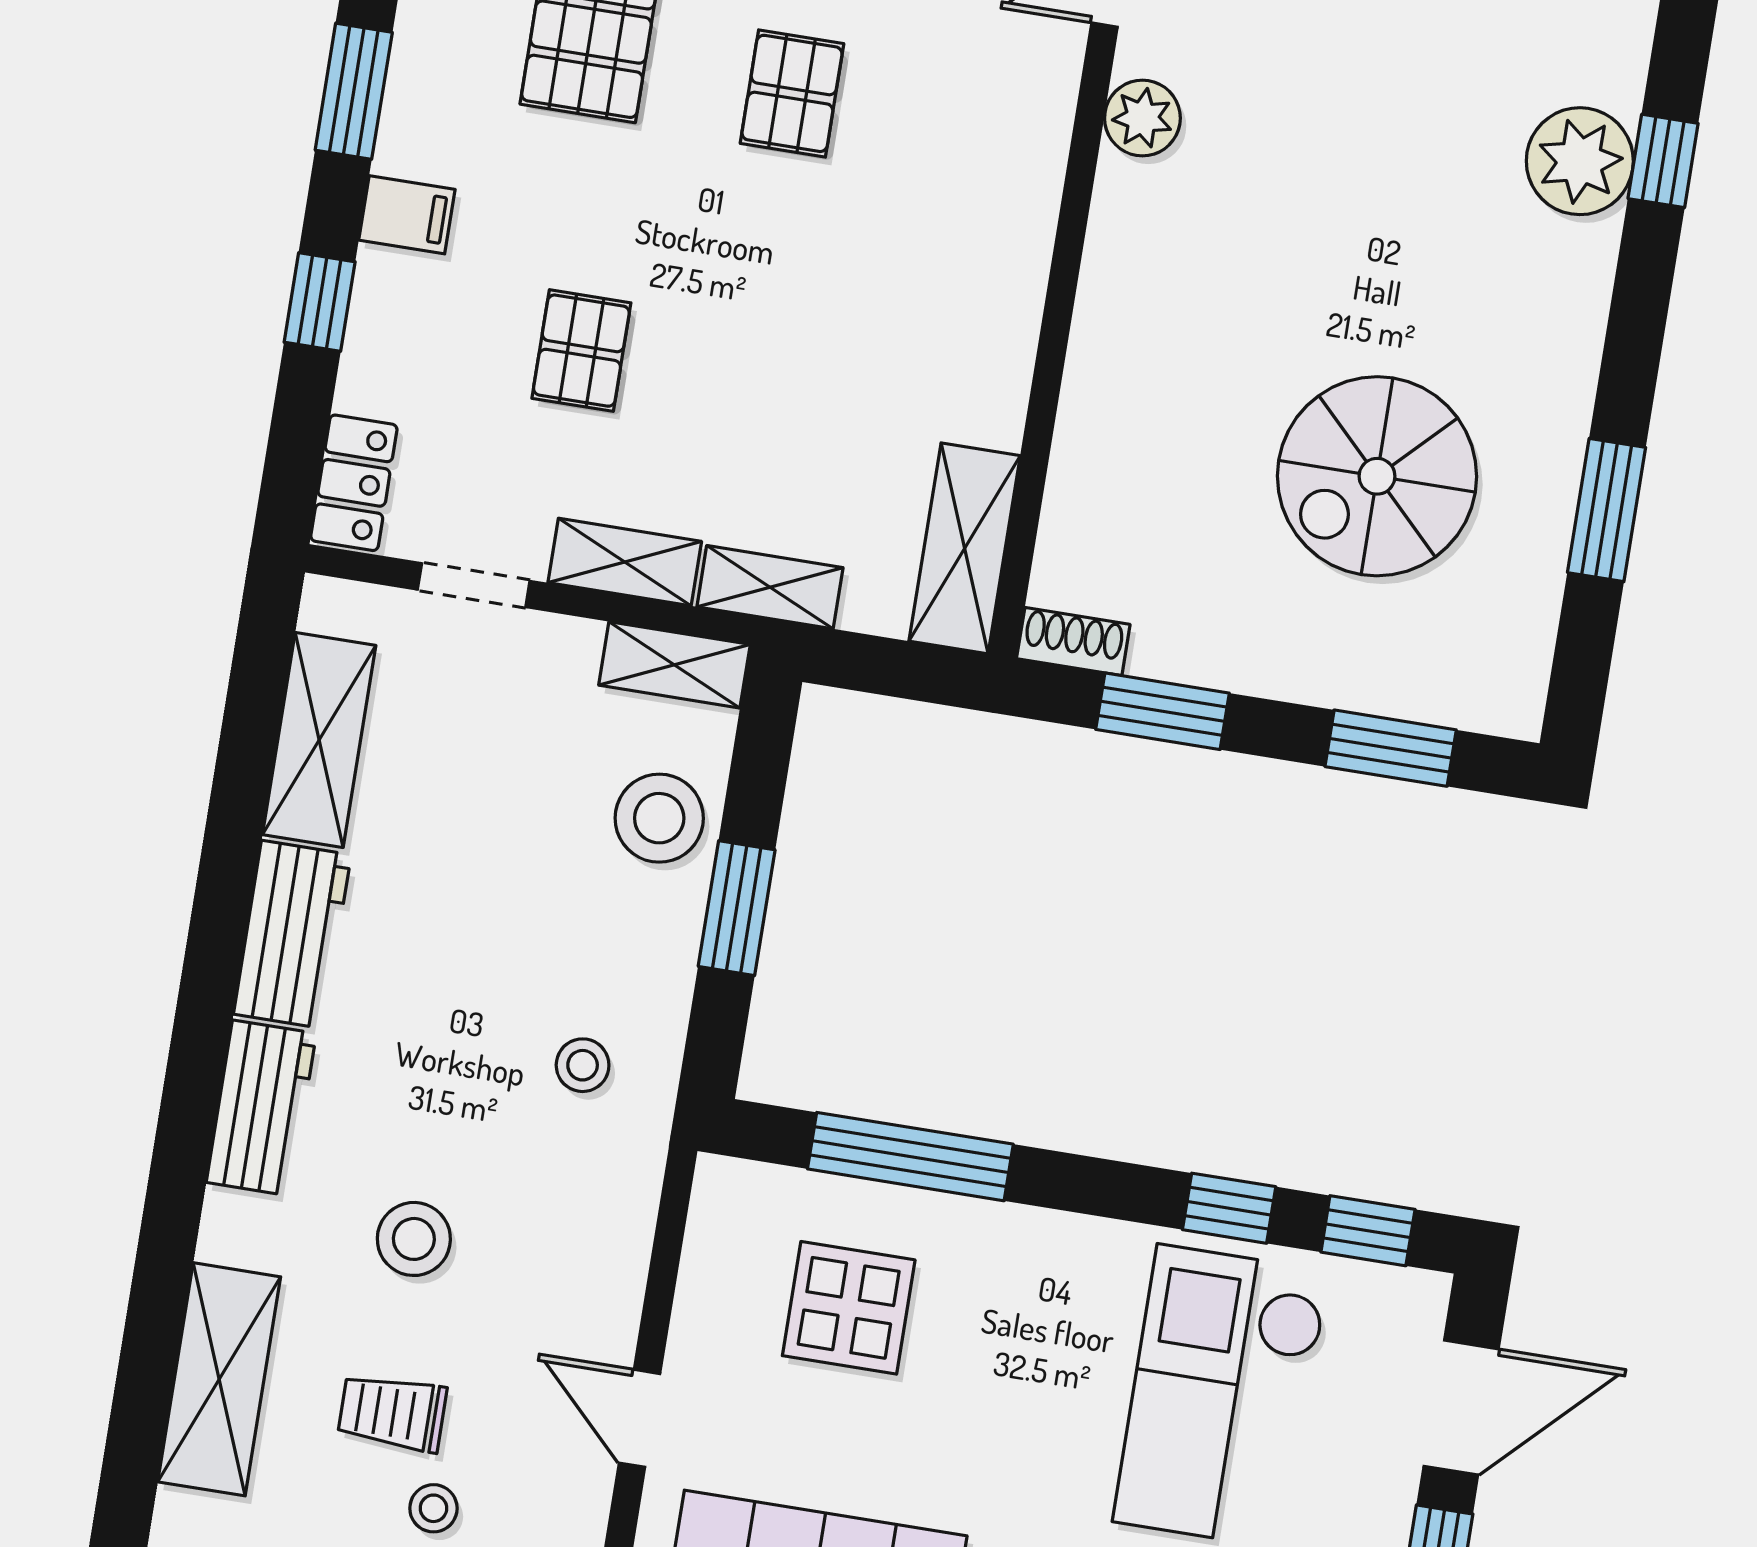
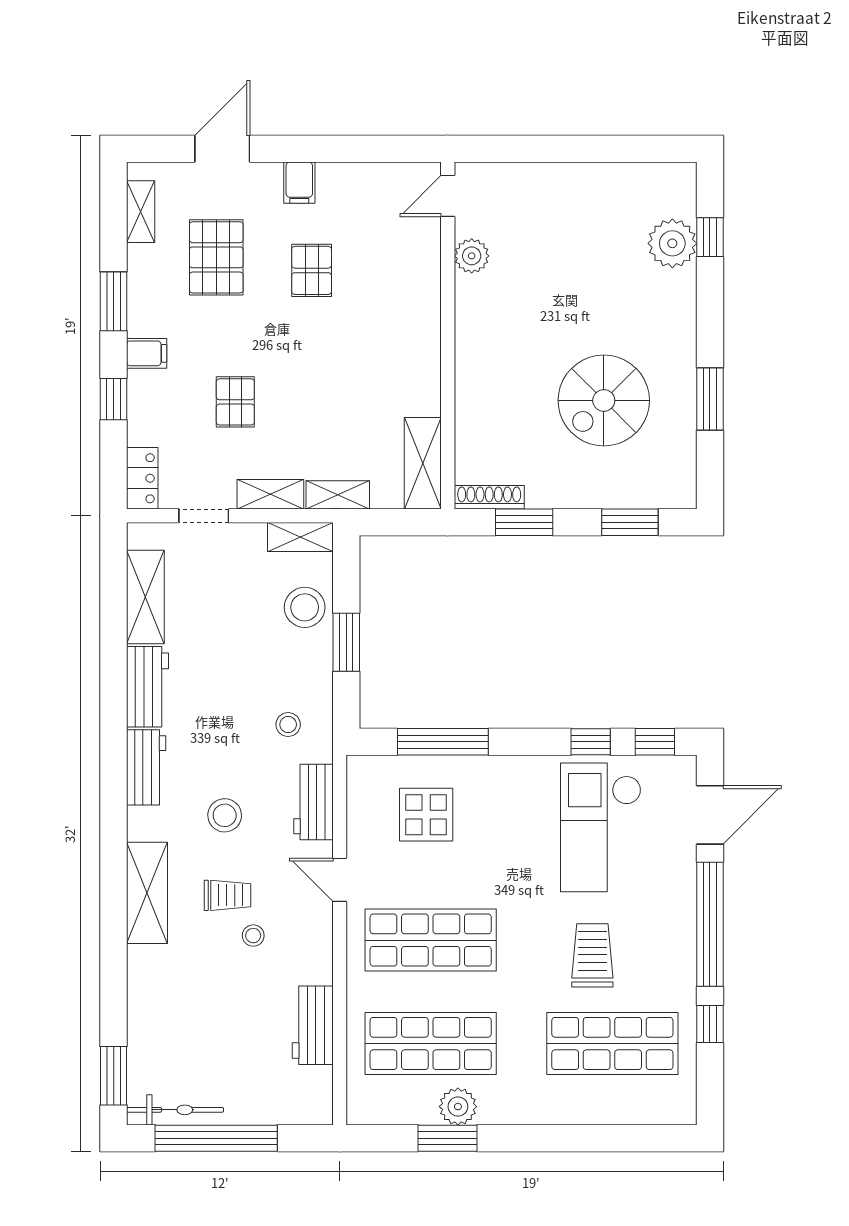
shoe rack: (1073, 642) -> (489, 497), width x1.43
workbench: (610, 1241) -> (313, 802), added
trolley: (392, 1413) -> (228, 895), turned 180

